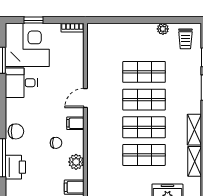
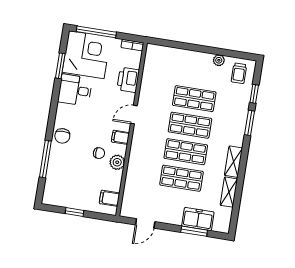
window: (34, 20) -> (96, 32), width x2.17
chair: (16, 131) -> (62, 136), turned 90
plant: (76, 162) -> (117, 162), moved
printer: (15, 167) -> (128, 80), moved, turned 180

